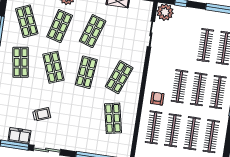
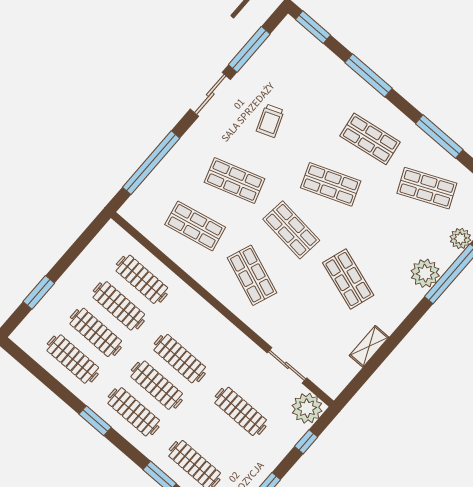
shop shelf: (60, 26) -> (234, 181), moved, turned -33
clothes rail: (205, 45) -> (241, 411), moved
armchair: (157, 99) -> (182, 313), removed
freezer: (19, 136) -> (259, 66), removed

